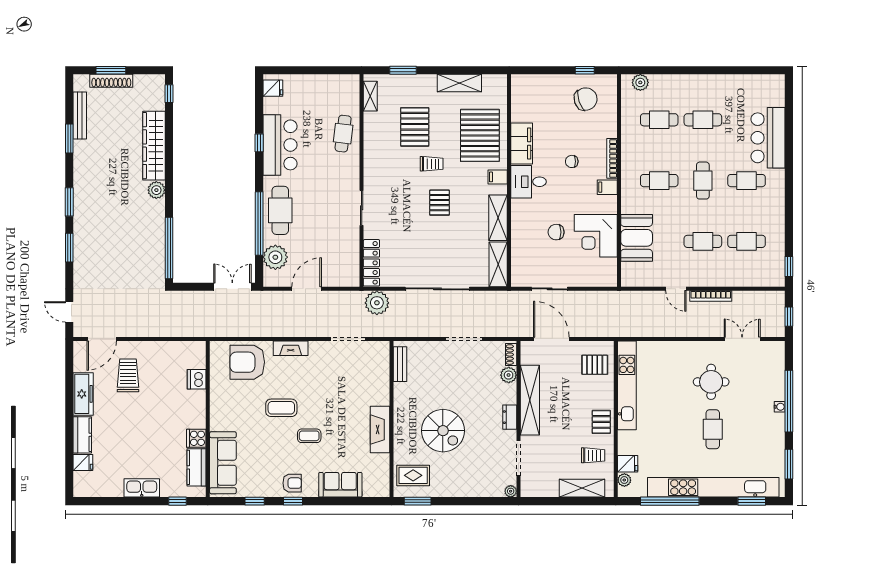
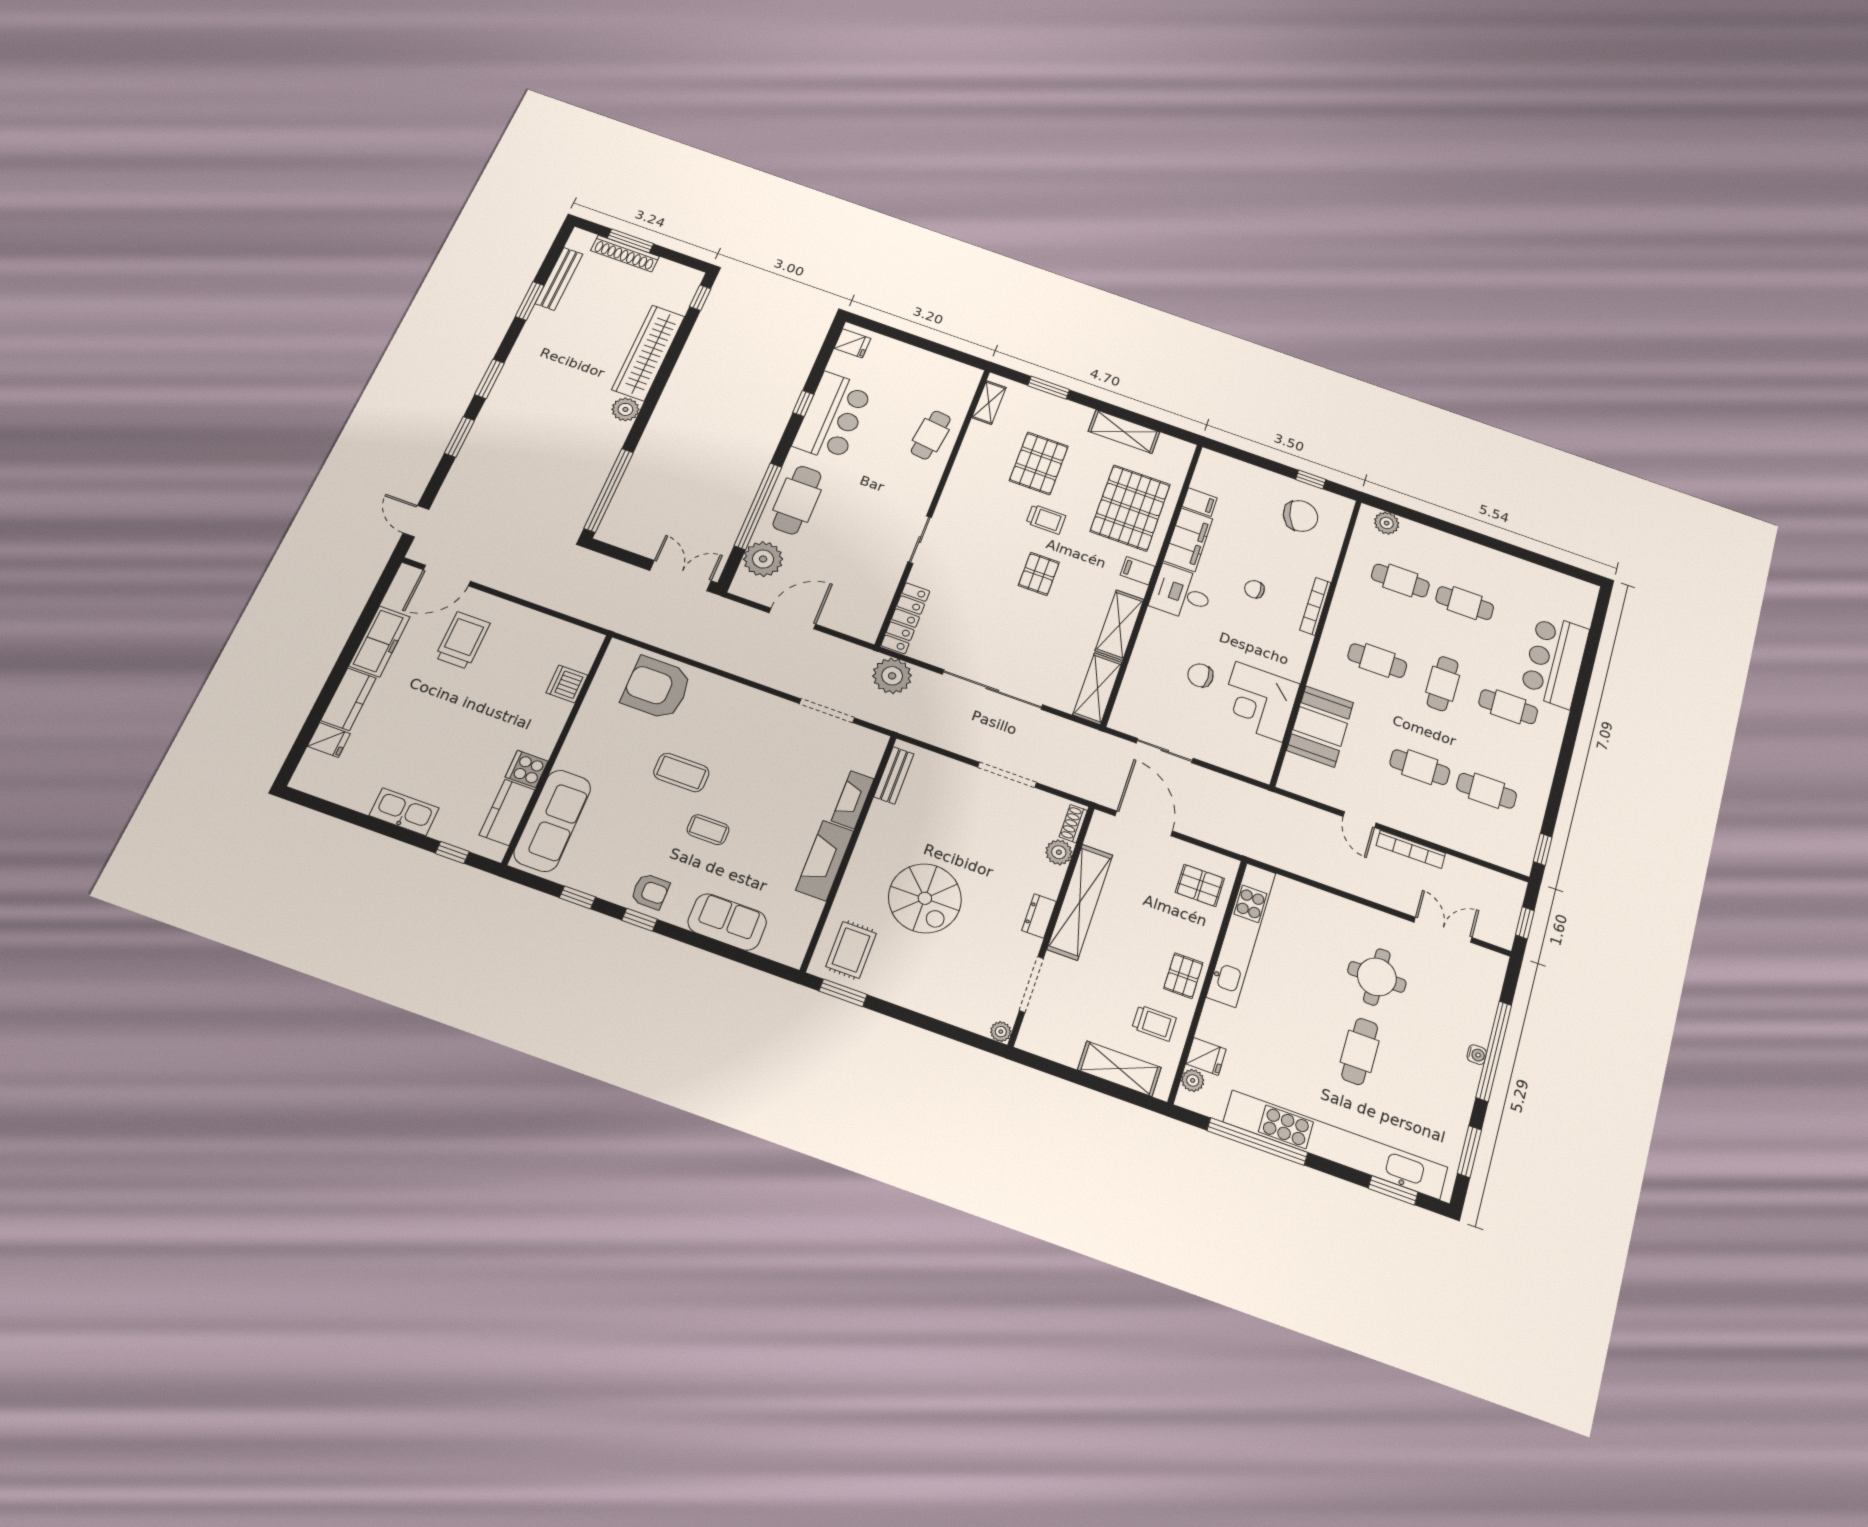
filing cabinet: (607, 187) -> (1200, 502), moved, turned 180
fireplace: (291, 348) -> (853, 800), moved, turned 90
rug: (413, 475) -> (851, 950), turned 90

